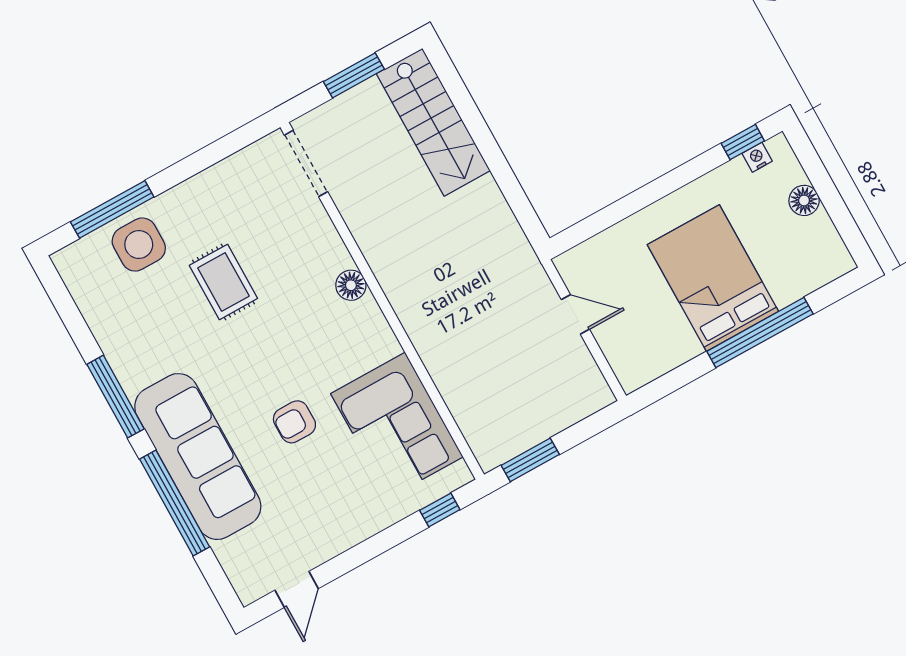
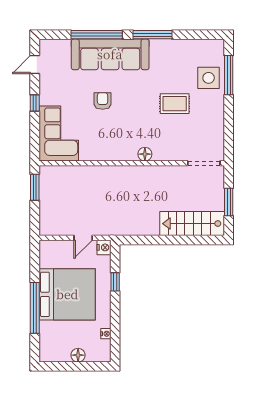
window: (743, 142) -> (115, 282), moved
nightstand: (757, 157) -> (106, 334), moved
nightstand: (572, 265) -> (104, 247), added
bed: (713, 278) -> (67, 294), width x1.36
corner sofa: (397, 425) -> (59, 134), moved, turned 90
window: (440, 510) -> (35, 103), moved
door: (297, 589) -> (35, 65), hinge flipped

